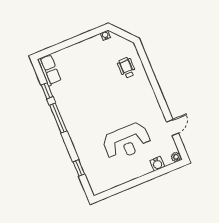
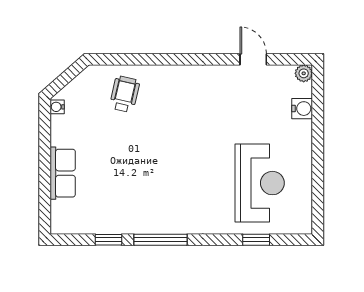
wheelchair: (127, 68) -> (125, 94), turned 103
row of seats: (49, 70) -> (63, 173), moved, turned 90
reception desk: (127, 141) -> (260, 183), moved

